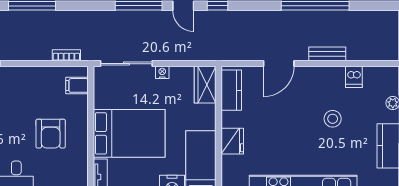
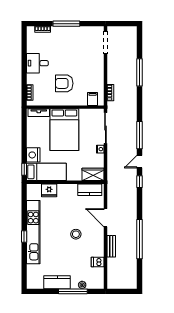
stool: (333, 119) -> (76, 234), moved
fridge: (232, 141) -> (49, 190), moved

